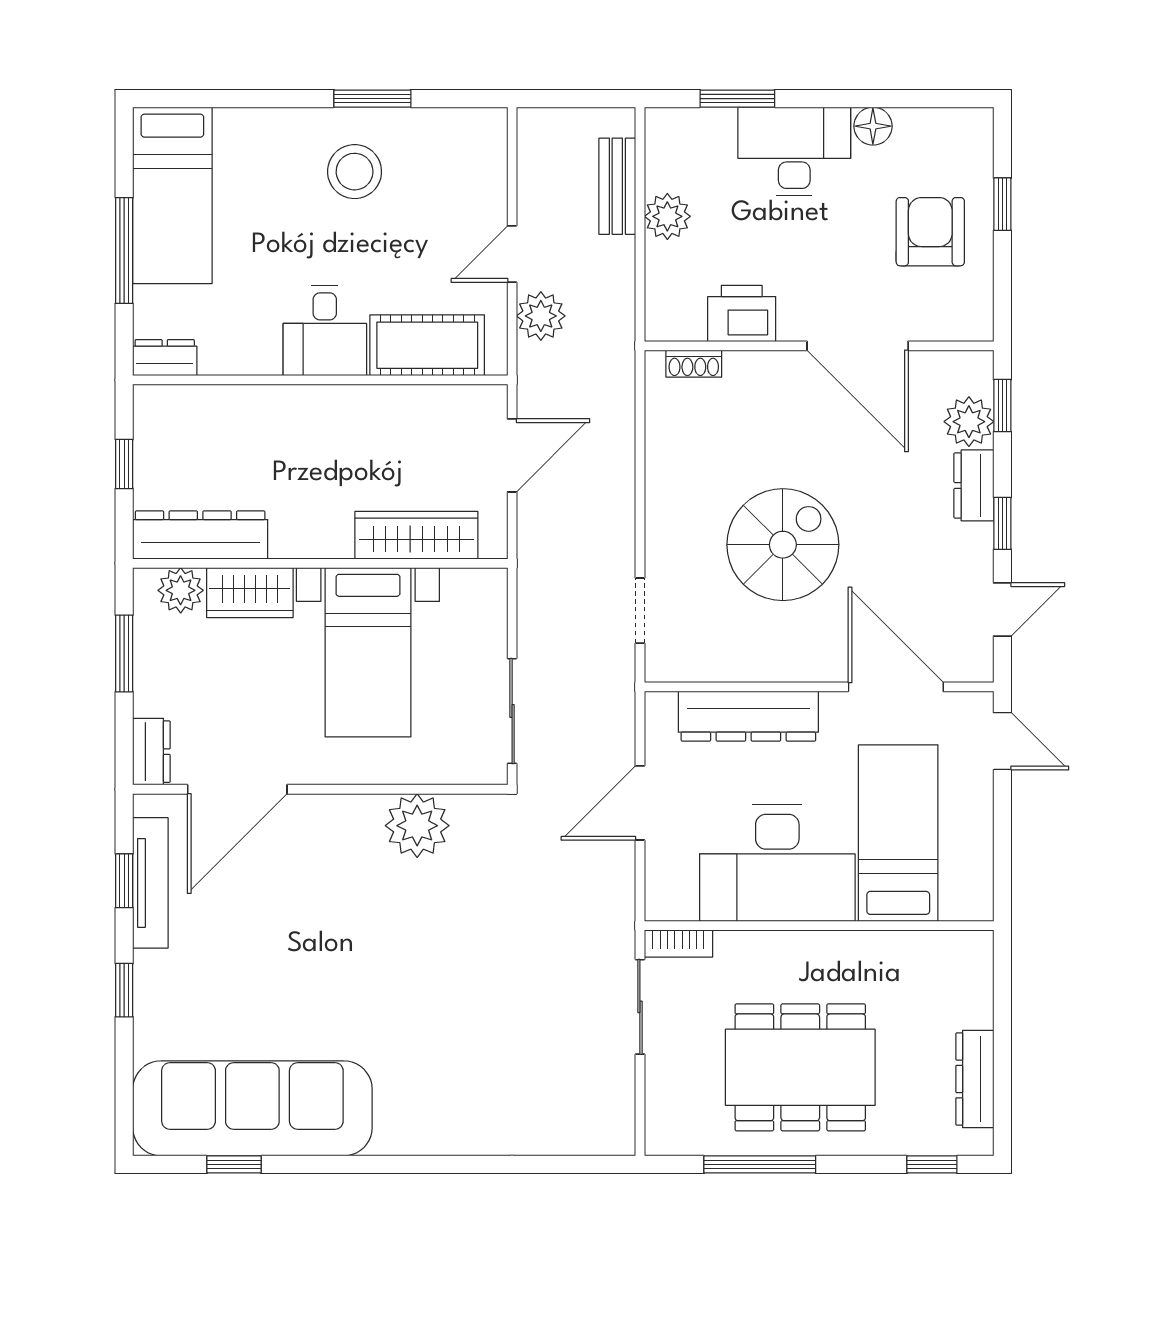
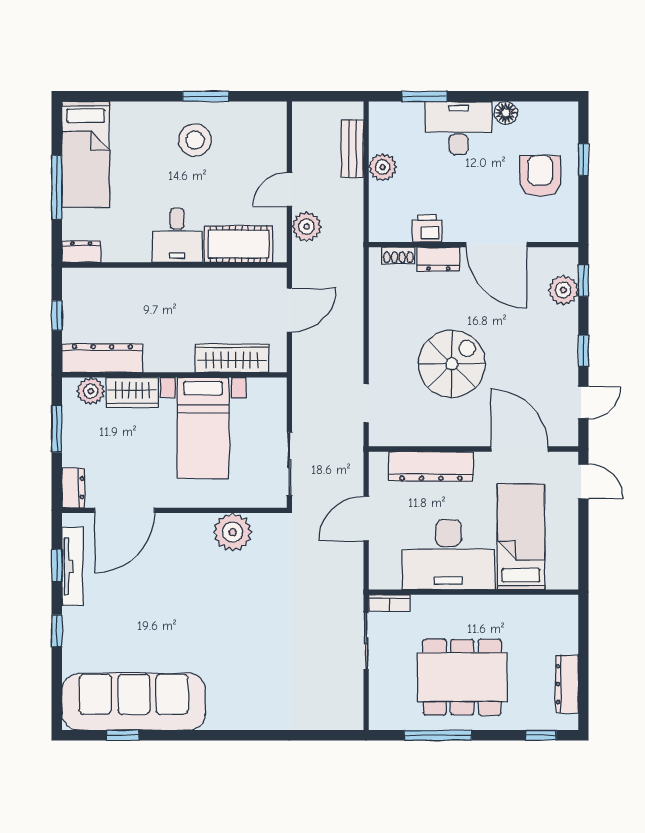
printer: (742, 313) -> (427, 228), width x0.73, depth x0.81
dresser: (974, 485) -> (438, 259), moved, turned -90

